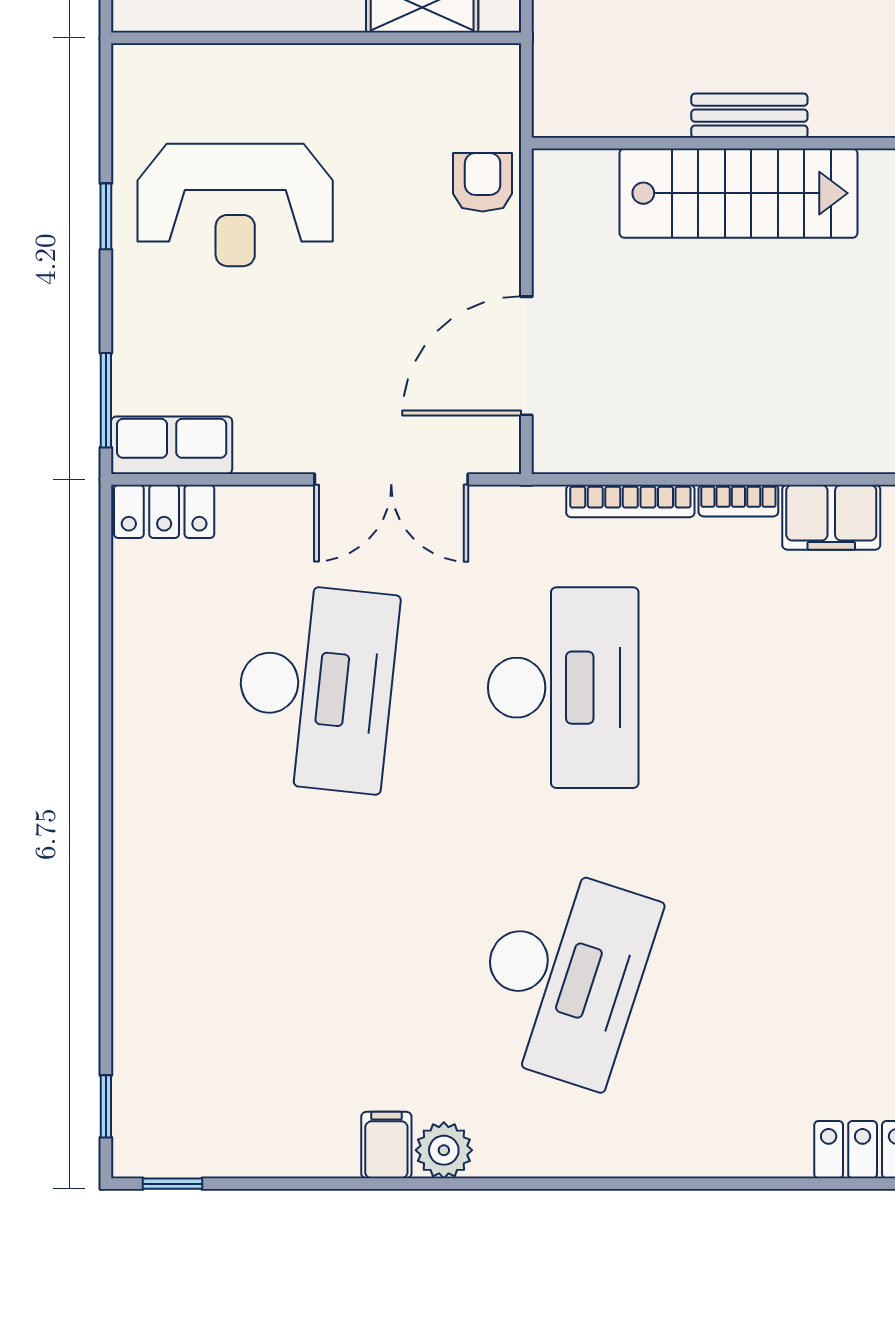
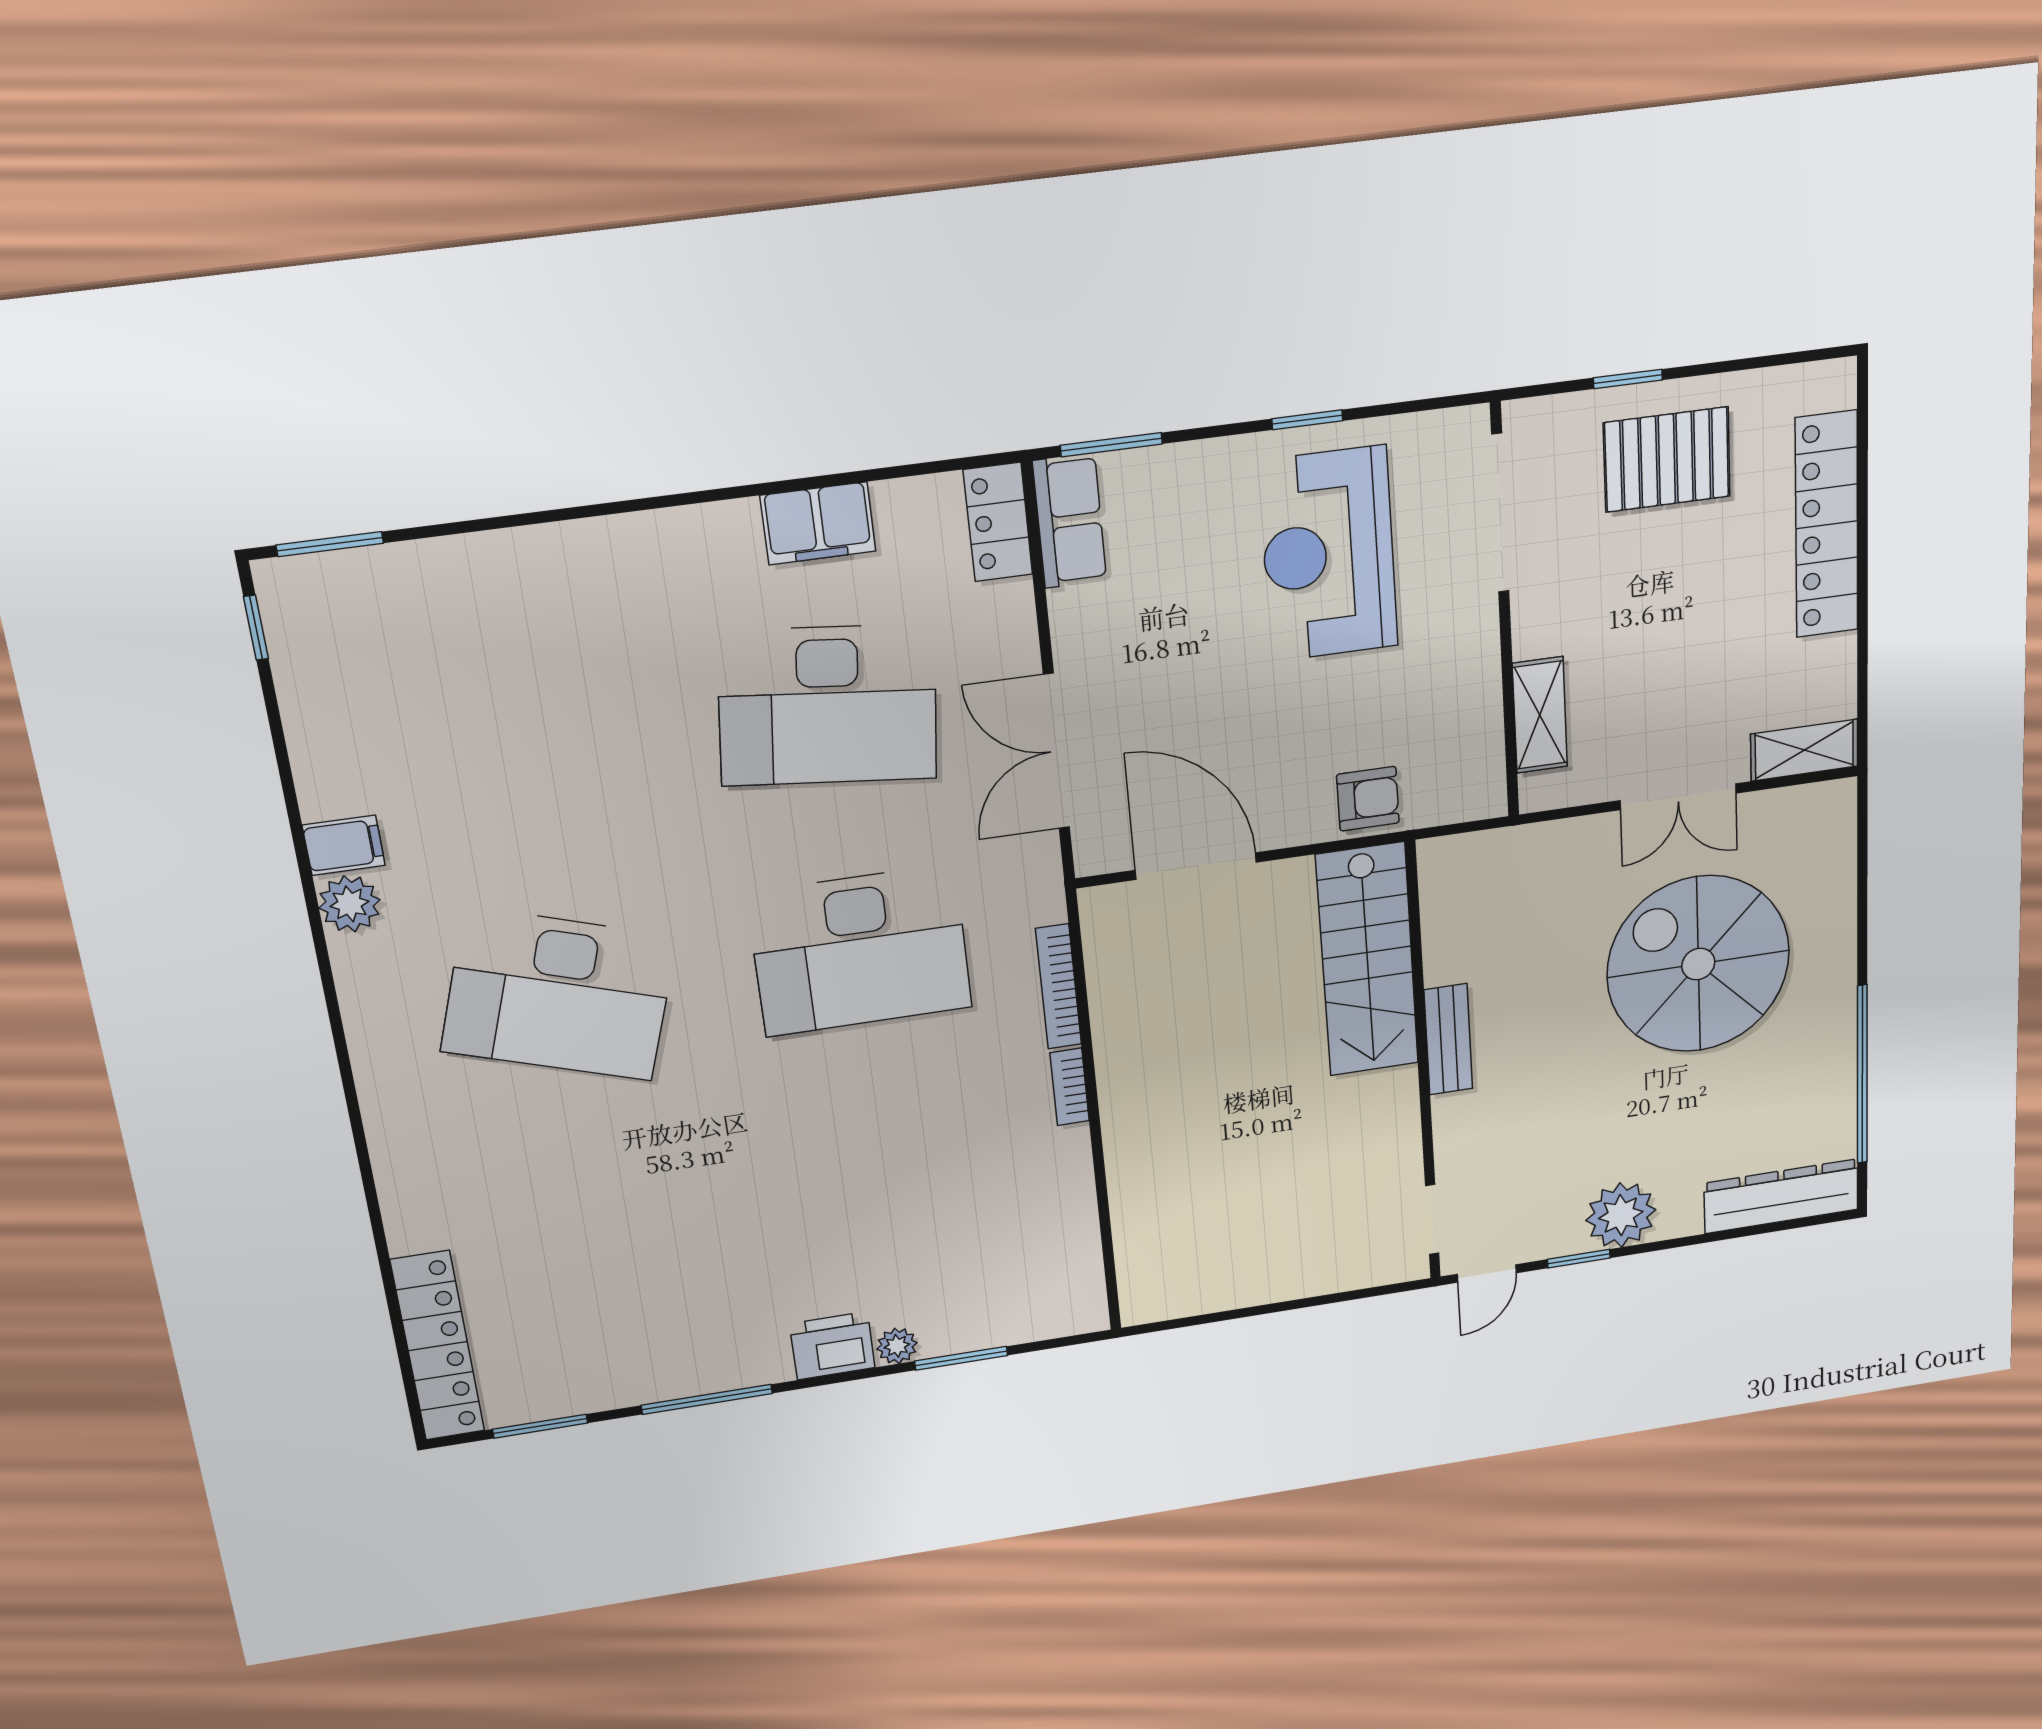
doorway: (218, 38) -> (1500, 513), added
stairs: (738, 193) -> (1367, 960), moved
filing cabinet: (831, 517) -> (818, 523), moved, turned -90
window: (106, 1106) -> (330, 544), width x1.50

